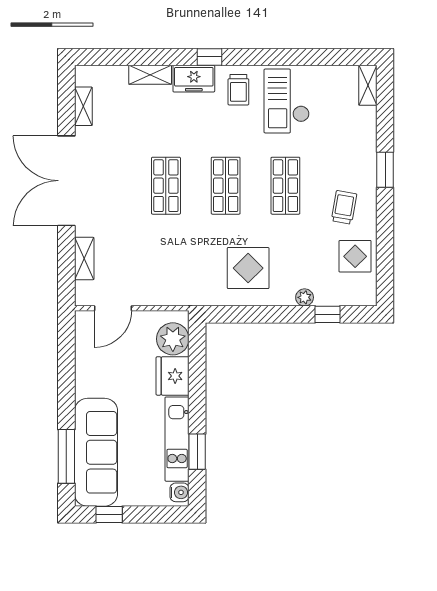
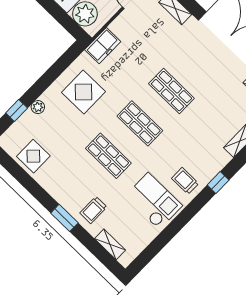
freezer: (194, 79) -> (103, 46), moved, turned 180
shelving: (368, 85) -> (110, 244), moved
trolley: (344, 207) -> (93, 210), moved, turned 80

